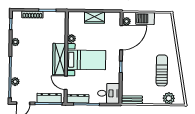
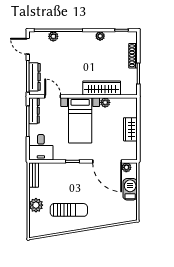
wardrobe: (59, 59) -> (102, 88), moved
door: (66, 83) -> (53, 96), hinge flipped
plant: (169, 98) -> (36, 205), moved

